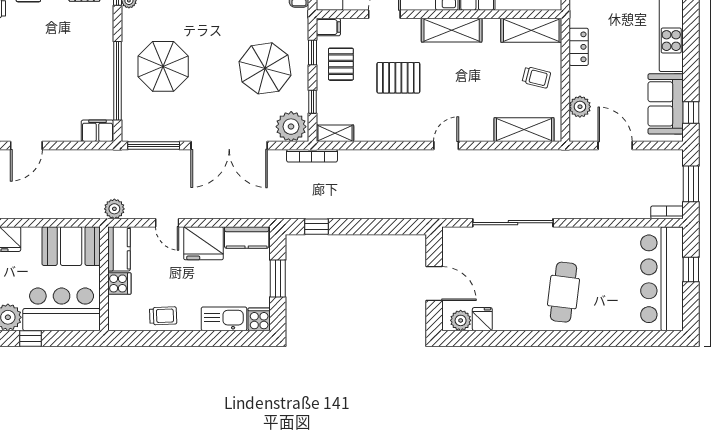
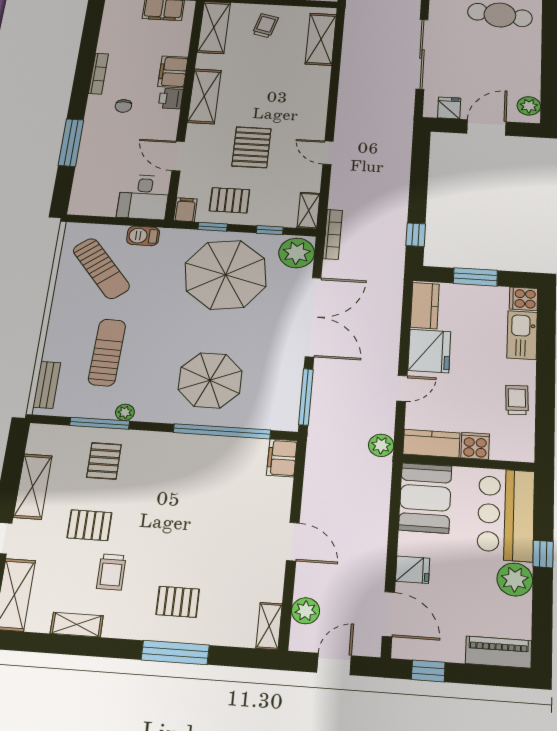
parasol: (265, 68) -> (226, 275), width x1.36, depth x1.36
door: (446, 145) -> (328, 153), moved
fridge: (482, 319) -> (449, 108), moved, turned 90

